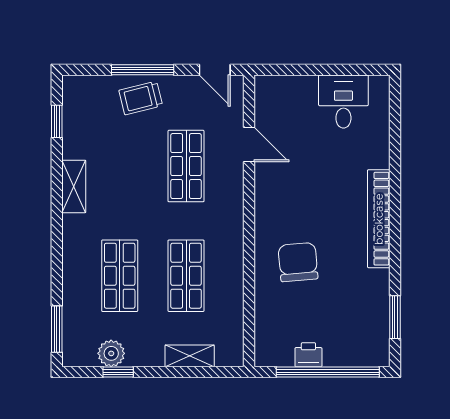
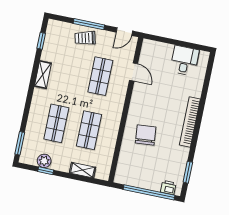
door: (215, 70) -> (124, 32), hinge flipped
printer: (308, 355) -> (168, 187), moved

